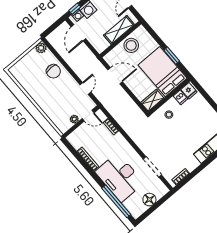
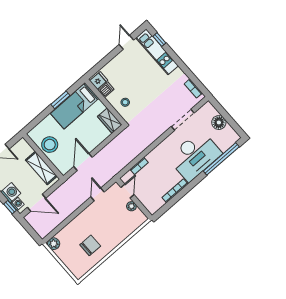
shelving: (119, 30) -> (41, 168), moved
chair: (53, 71) -> (90, 245), moved
bed: (163, 72) -> (75, 106), width x0.67
door: (85, 88) -> (98, 194), hinge flipped

